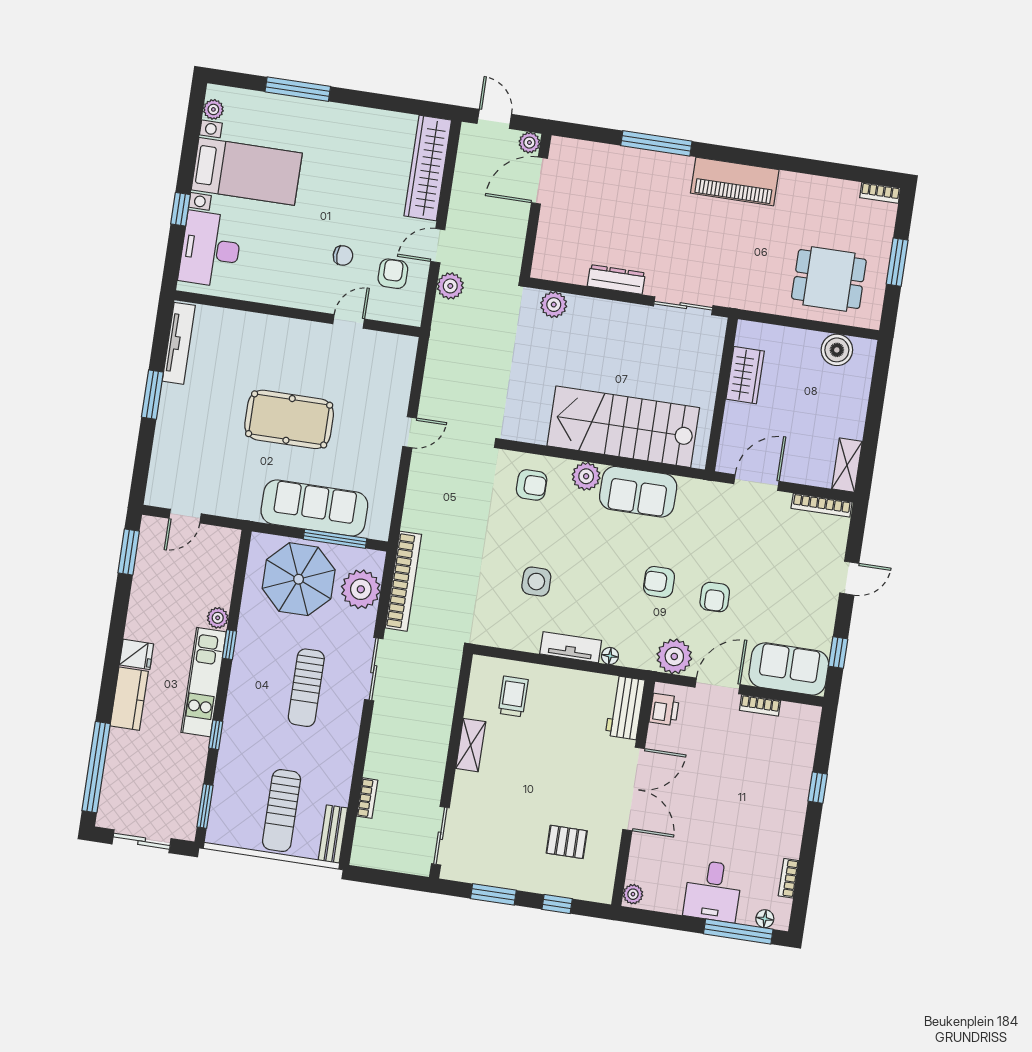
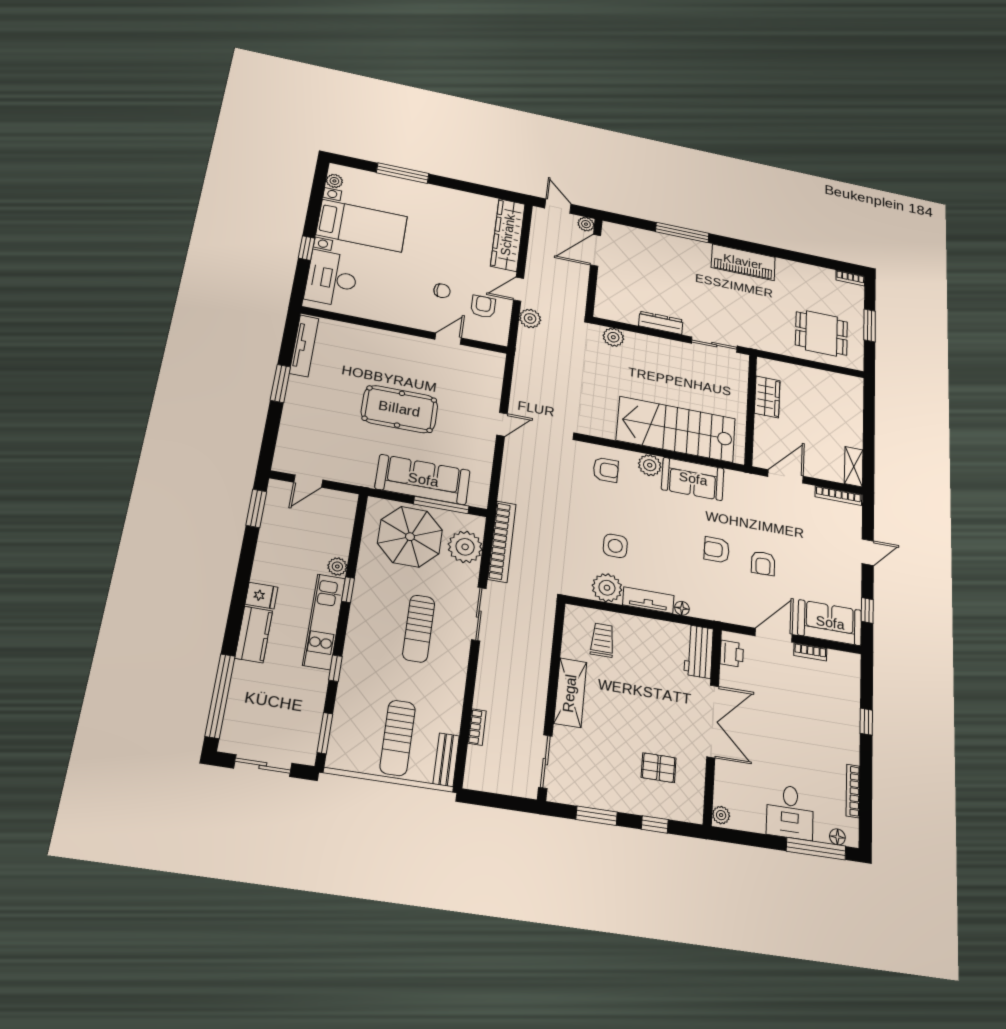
boiler: (837, 350) -> (834, 383), removed
plant: (674, 656) -> (607, 588), moved
shelving: (471, 745) -> (570, 693), width x1.50, depth x1.33
bookcase: (789, 878) -> (853, 791), width x1.56

